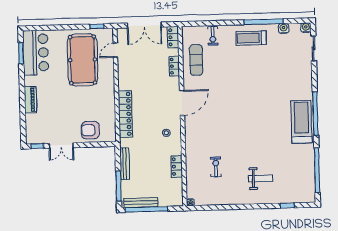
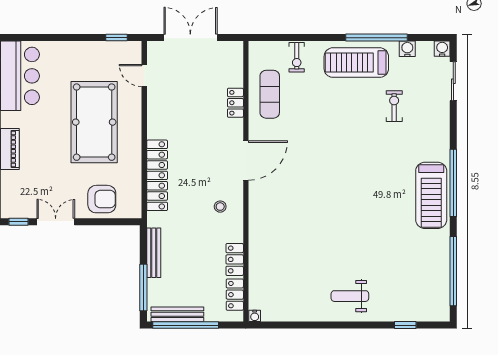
double door: (144, 25) -> (190, 38), swing flipped
locker: (173, 37) -> (235, 295), moved
treadmill: (251, 38) -> (356, 63), width x1.37, depth x1.38
door: (115, 50) -> (144, 76), hinge flipped
pool table: (83, 60) -> (94, 122), moved
treadmill: (301, 122) -> (431, 195), turned 180
armchair: (90, 130) -> (102, 199), turned 180
double door: (61, 146) -> (56, 222), swing flipped
exercise bike: (216, 167) -> (394, 106), moved
weight bench: (261, 178) -> (350, 296), moved, turned 180

